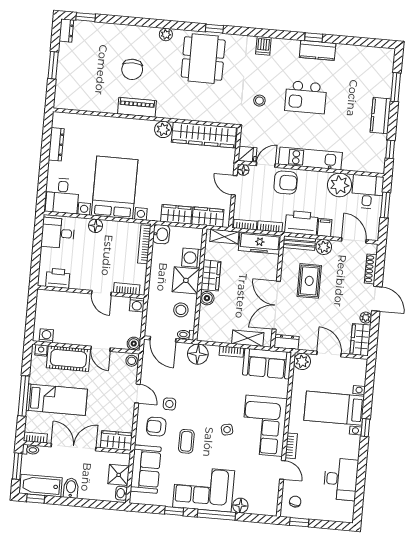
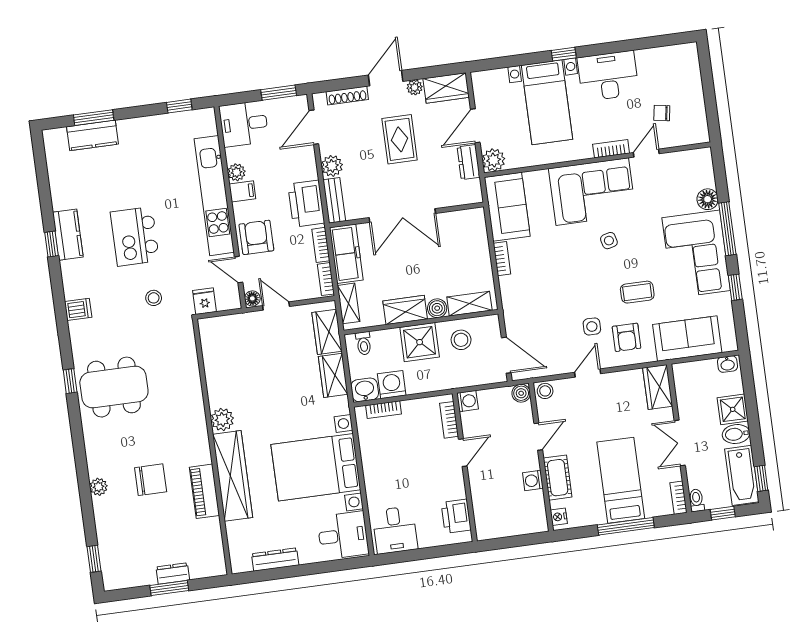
dresser: (66, 30) -> (173, 573), moved
plant: (166, 34) -> (99, 487), moved
kitchen island: (306, 97) -> (135, 236), turned 180
piano: (137, 107) -> (204, 491), moved
kitchen counter: (381, 116) -> (92, 135), moved
wardrobe: (204, 135) -> (233, 476), moved
fridge: (247, 154) -> (205, 301), moved
kitchen unit: (310, 158) -> (214, 196), width x1.36
door: (234, 185) -> (276, 306), swing flipped
plant: (340, 185) -> (236, 172), width x0.53, depth x0.53
window: (385, 205) -> (279, 93), moved
floor lamp: (96, 226) -> (373, 481), removed
filing cabinet: (325, 227) -> (242, 191), moved, turned 180
bookcase: (144, 244) -> (384, 410), width x0.64
washing machine: (191, 258) -> (392, 385), moved, turned 180
rug: (309, 281) -> (400, 139), moved, turned 90
double door: (276, 305) -> (402, 215), moved
toilet: (186, 335) -> (364, 343), moved
washing machine: (46, 336) -> (533, 481), moved
shelving: (248, 338) -> (469, 304), moved, turned 90
door: (163, 339) -> (506, 355), hinge flipped
dresser: (286, 342) -> (469, 162), moved
floor lamp: (198, 354) -> (516, 303), removed
cot: (68, 359) -> (558, 478), width x0.73, depth x0.75
double door: (74, 447) -> (680, 443), width x0.73
window: (17, 466) -> (723, 513), width x0.67
shower: (119, 475) -> (733, 409), moved
desk: (341, 479) -> (608, 76), moved
chair: (295, 502) -> (662, 113), moved
window: (299, 522) -> (712, 115), removed

